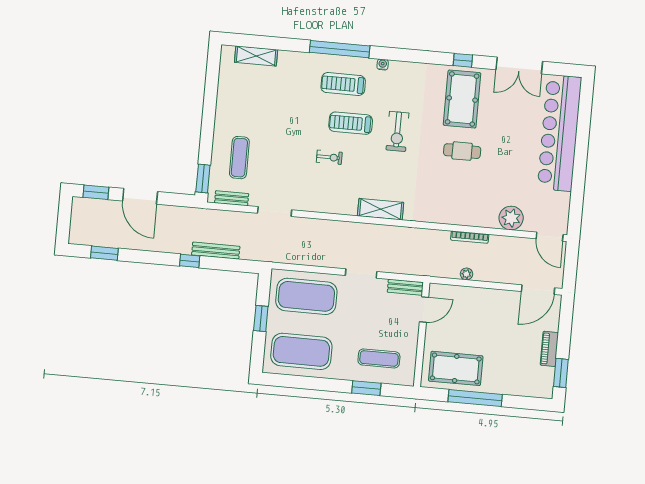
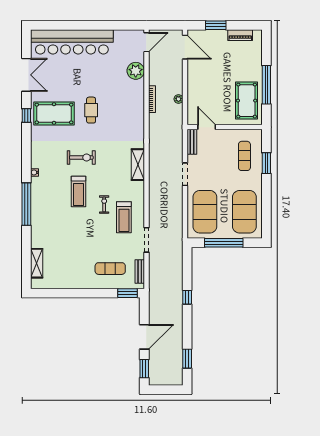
treadmill: (343, 84) -> (124, 217), moved
bench: (216, 251) -> (178, 279), removed
window: (261, 319) -> (224, 243), width x2.11
piano: (549, 349) -> (240, 35), moved
window: (561, 373) -> (216, 25), moved

